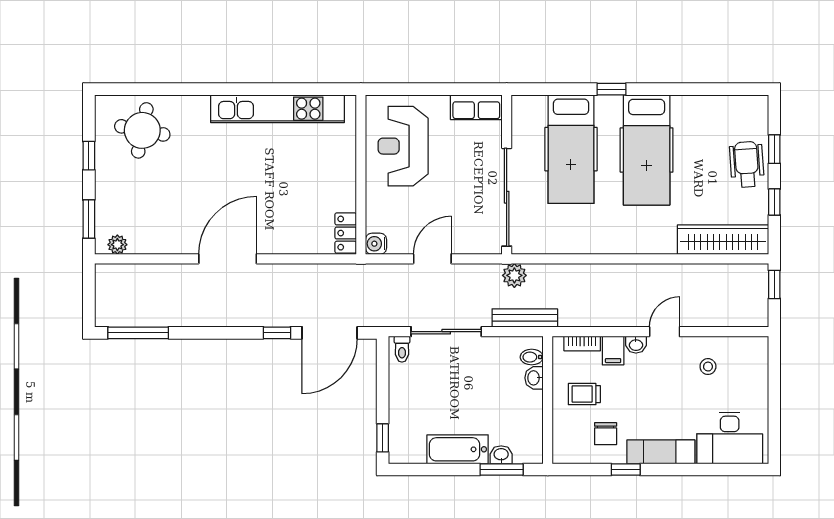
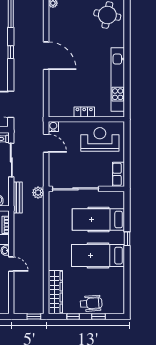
locker: (346, 233) -> (84, 112), moved
door: (432, 259) -> (46, 143), moved
window: (277, 333) -> (11, 52), moved

